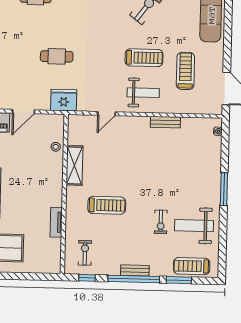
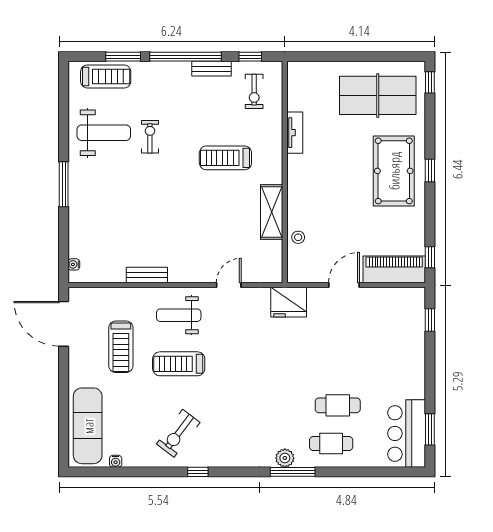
cafe table: (57, 56) -> (338, 405), moved
bench: (135, 270) -> (211, 69), moved

